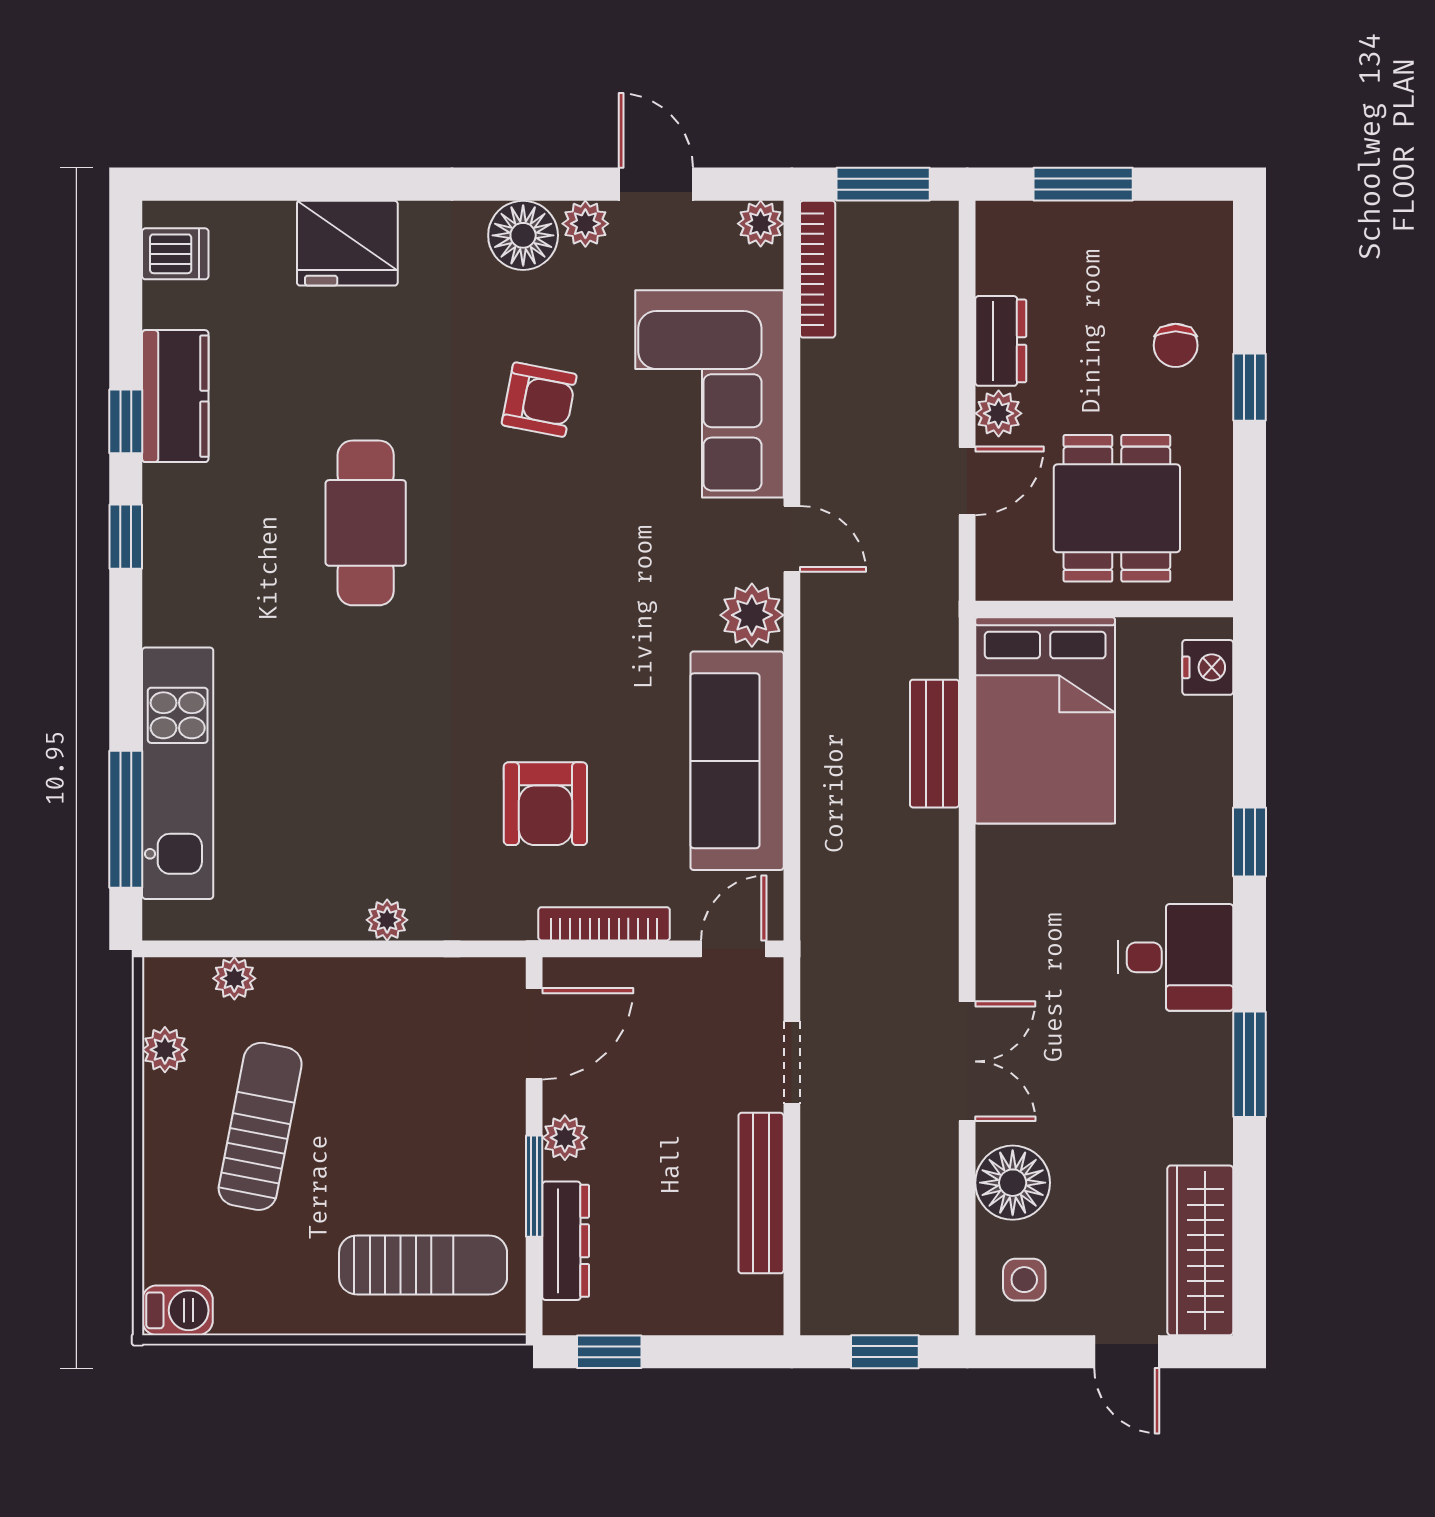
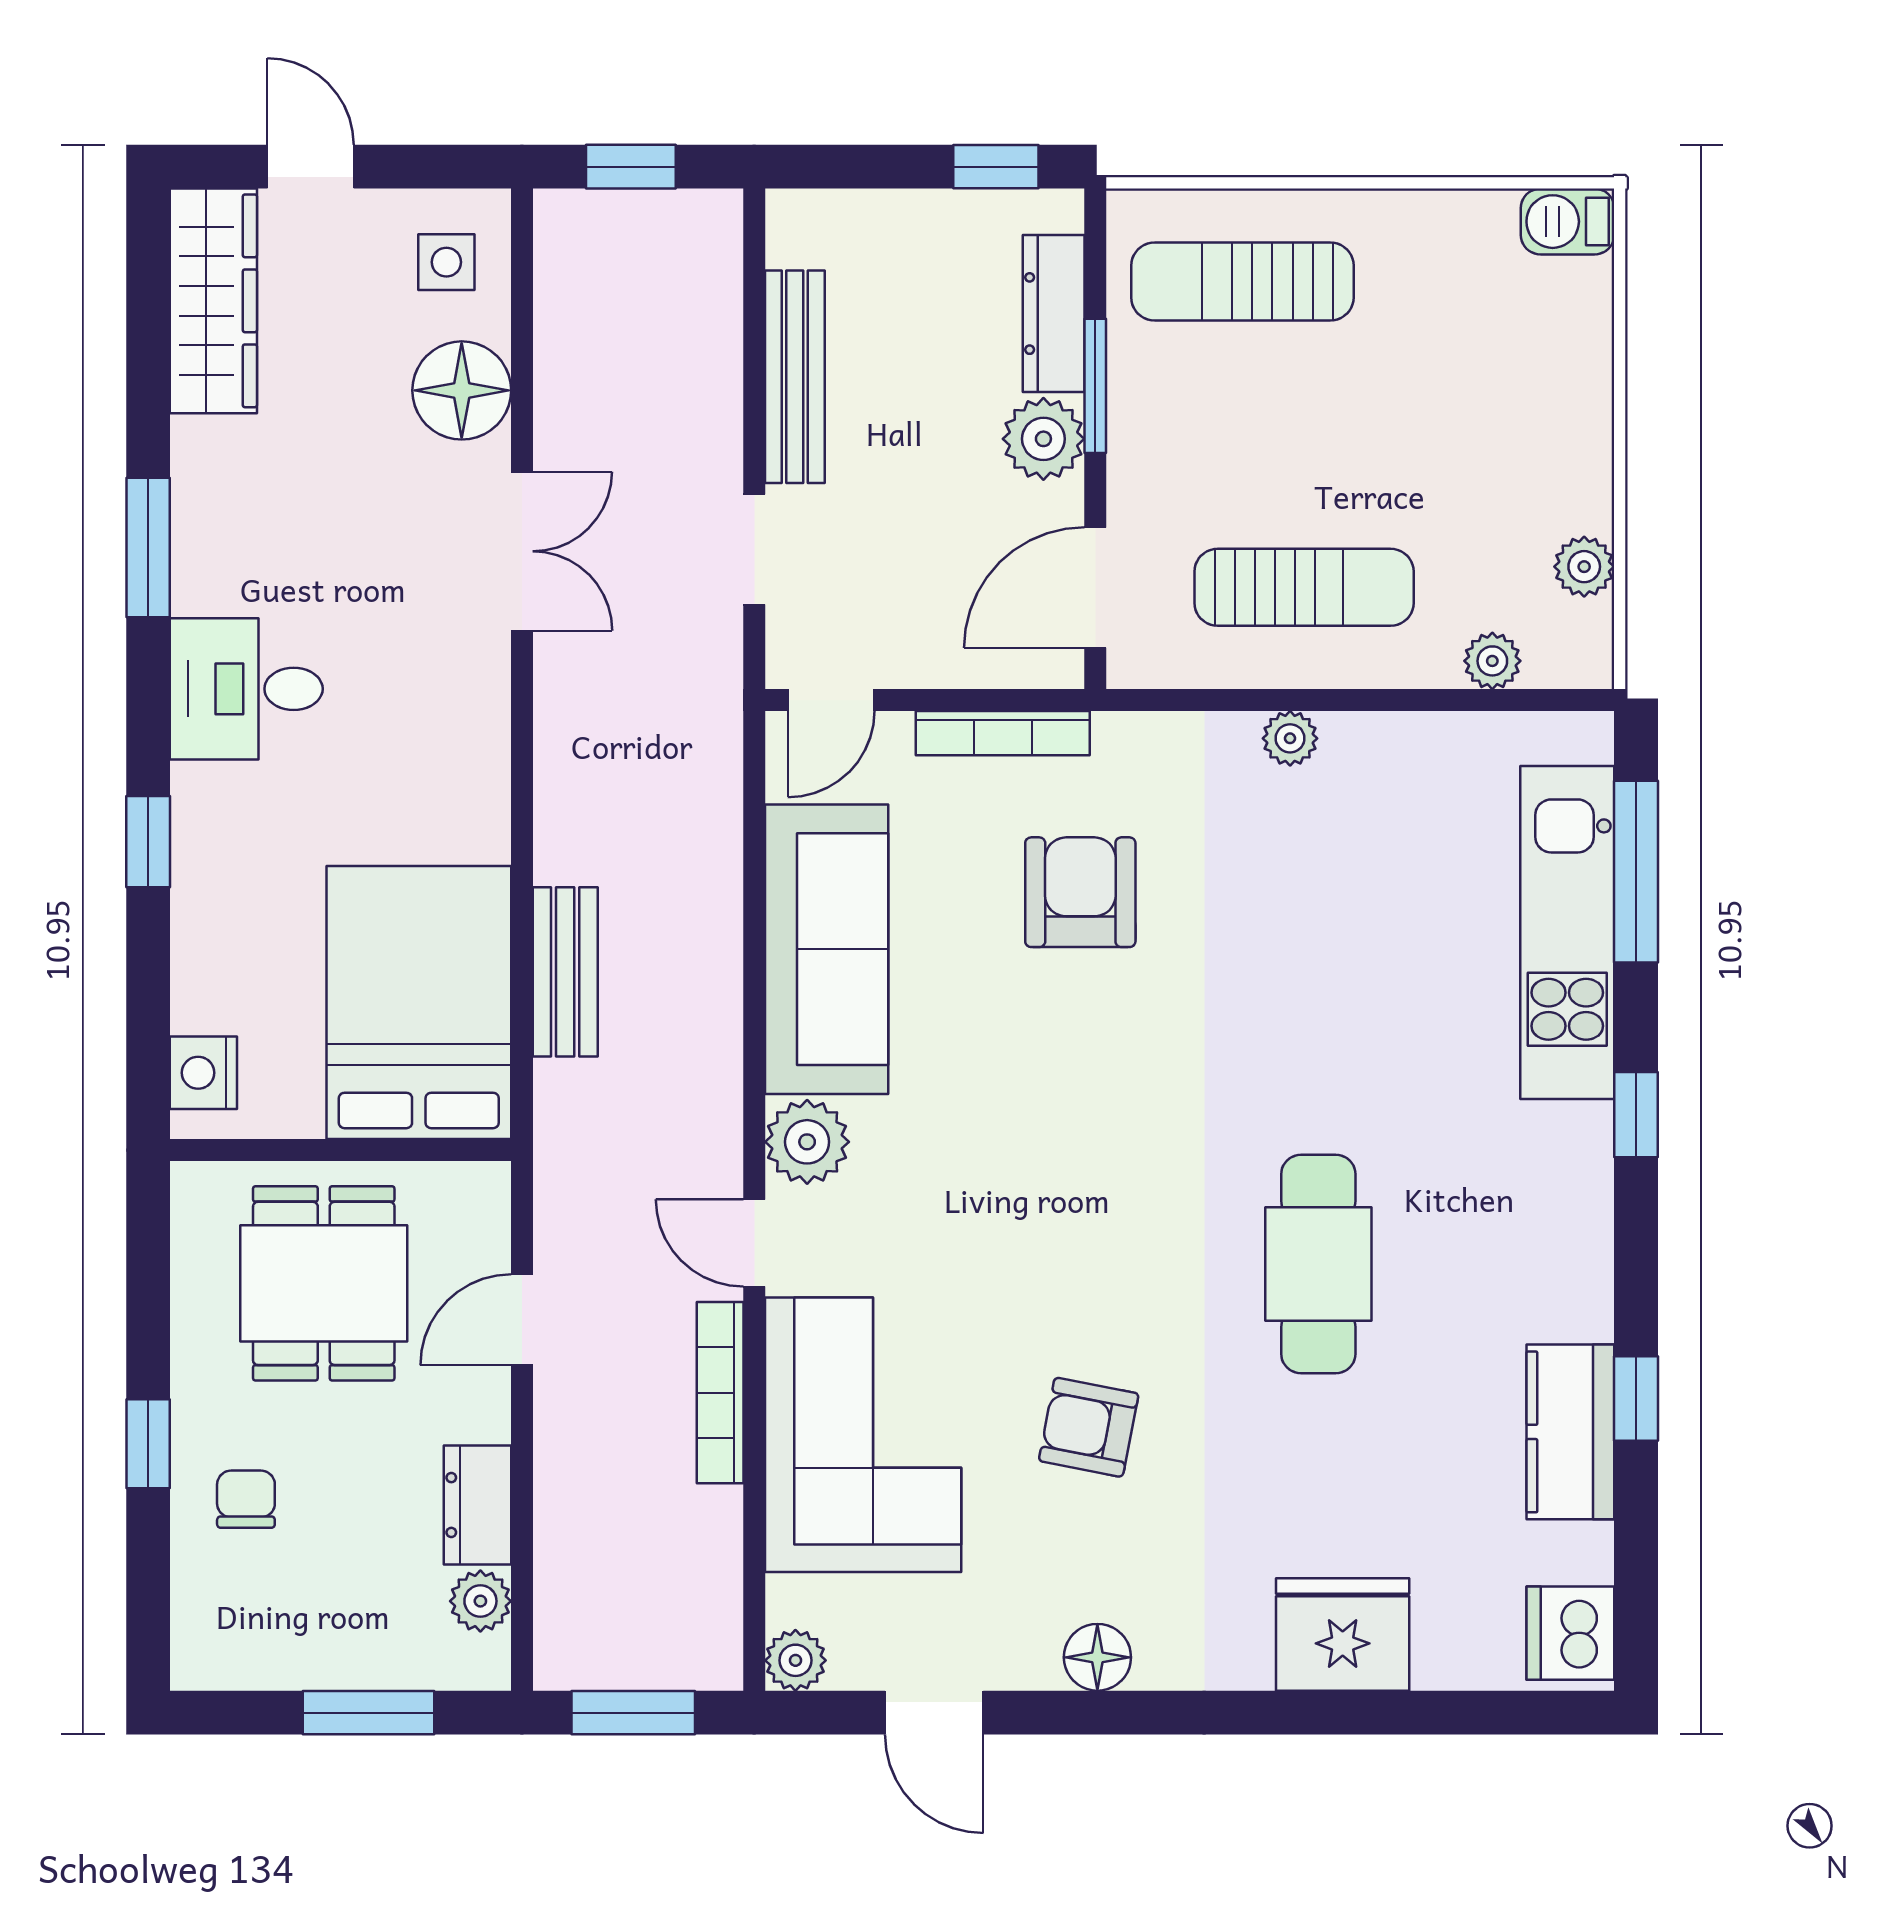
plant: (585, 224) -> (1028, 1660), removed
floor lamp: (523, 235) -> (1097, 1657), width x0.73, depth x0.73
dishwasher: (175, 254) -> (1570, 1633), width x1.38
bookcase: (818, 269) -> (720, 1393), moved
plant: (999, 413) -> (480, 1601), moved
window: (126, 537) -> (1636, 1115), moved
double door: (967, 1061) -> (522, 551), swing flipped
sun lounger: (260, 1126) -> (1304, 587), moved, turned -101
plant: (565, 1138) -> (1043, 439), width x1.38, depth x1.38

